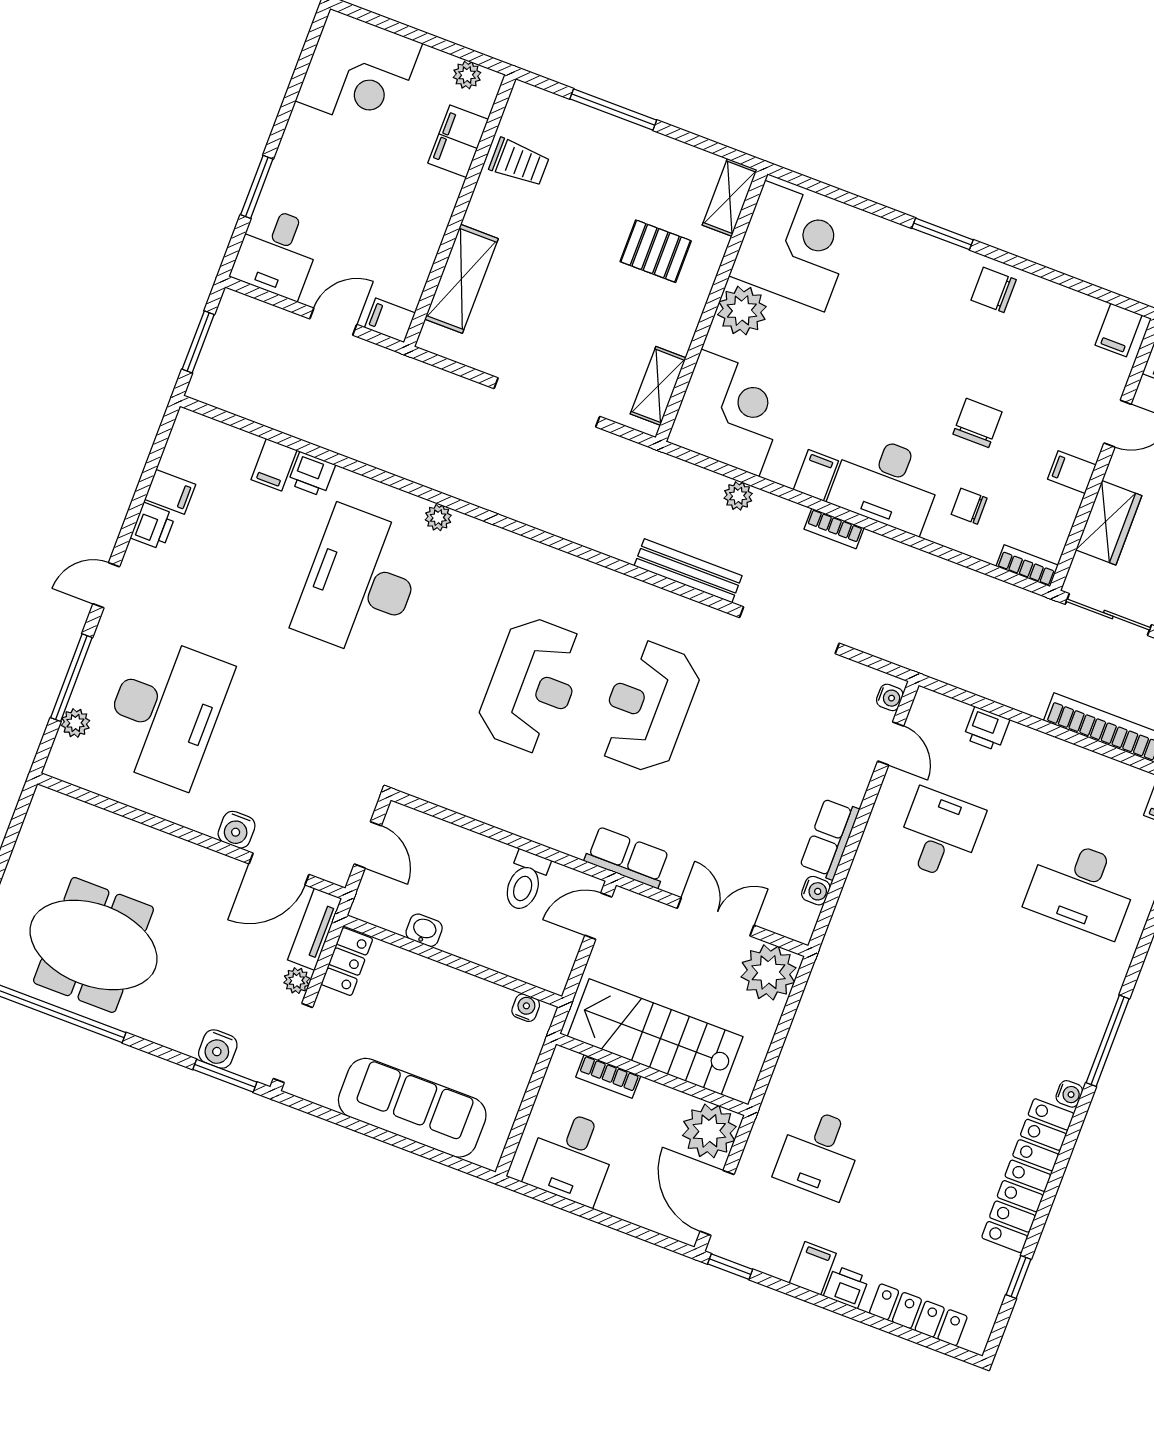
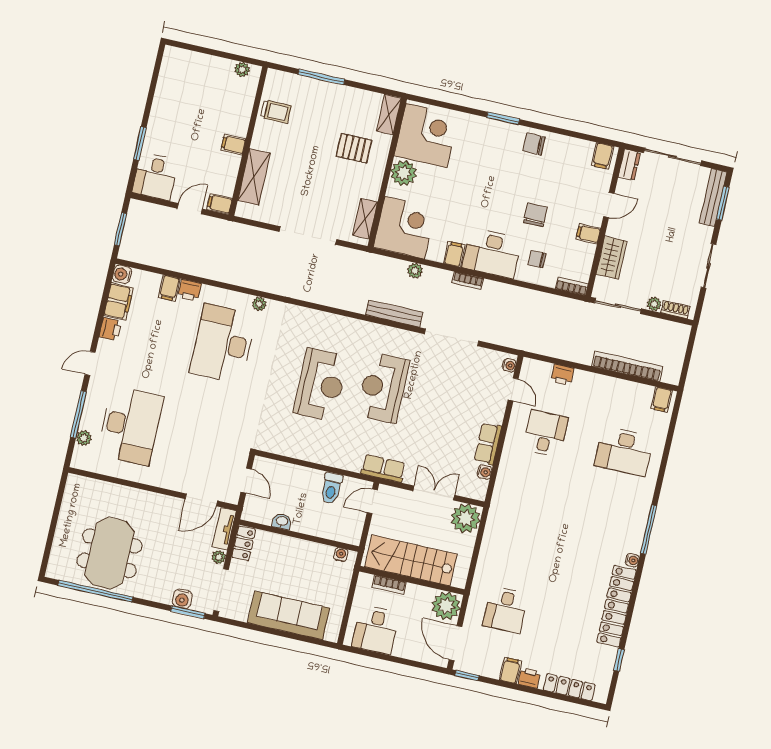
corner desk: (359, 72) -> (185, 76), removed
filing cabinet: (458, 141) -> (233, 145), moved, width x0.50
filing cabinet: (170, 492) -> (119, 302), width x2.00
water cooler: (237, 830) -> (122, 274), moved, turned 90
meeting table: (93, 945) -> (109, 553), turned 90

